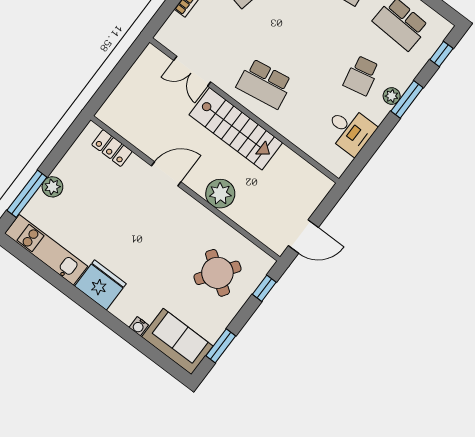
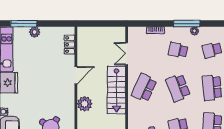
school desk: (304, 32) -> (178, 88), added
school desk: (264, 84) -> (144, 88), turned 33
door: (166, 174) -> (76, 75), hinge flipped

